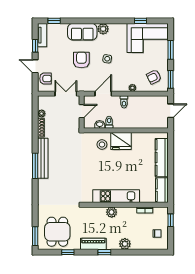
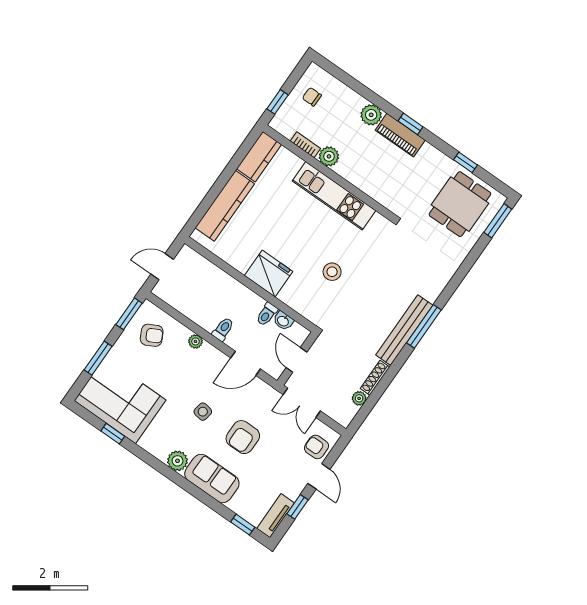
door: (82, 111) -> (297, 360), hinge flipped
stool: (102, 145) -> (332, 272), moved
plant: (112, 212) -> (329, 156), moved
piano: (93, 244) -> (400, 135), moved

